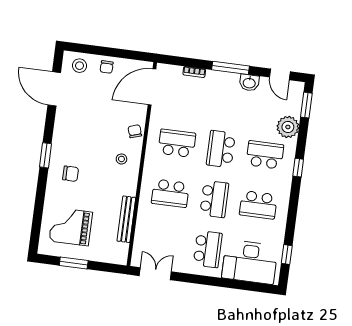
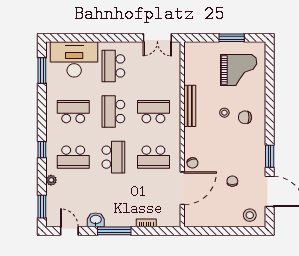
chair: (107, 67) -> (232, 181), moved
door: (152, 87) -> (182, 188), moved
plant: (288, 127) -> (51, 180), width x0.53, depth x0.53
window: (46, 155) -> (270, 156), moved
stool: (121, 159) -> (224, 113), moved
bench: (126, 219) -> (190, 106), moved
window: (287, 254) -> (42, 70), width x1.50

